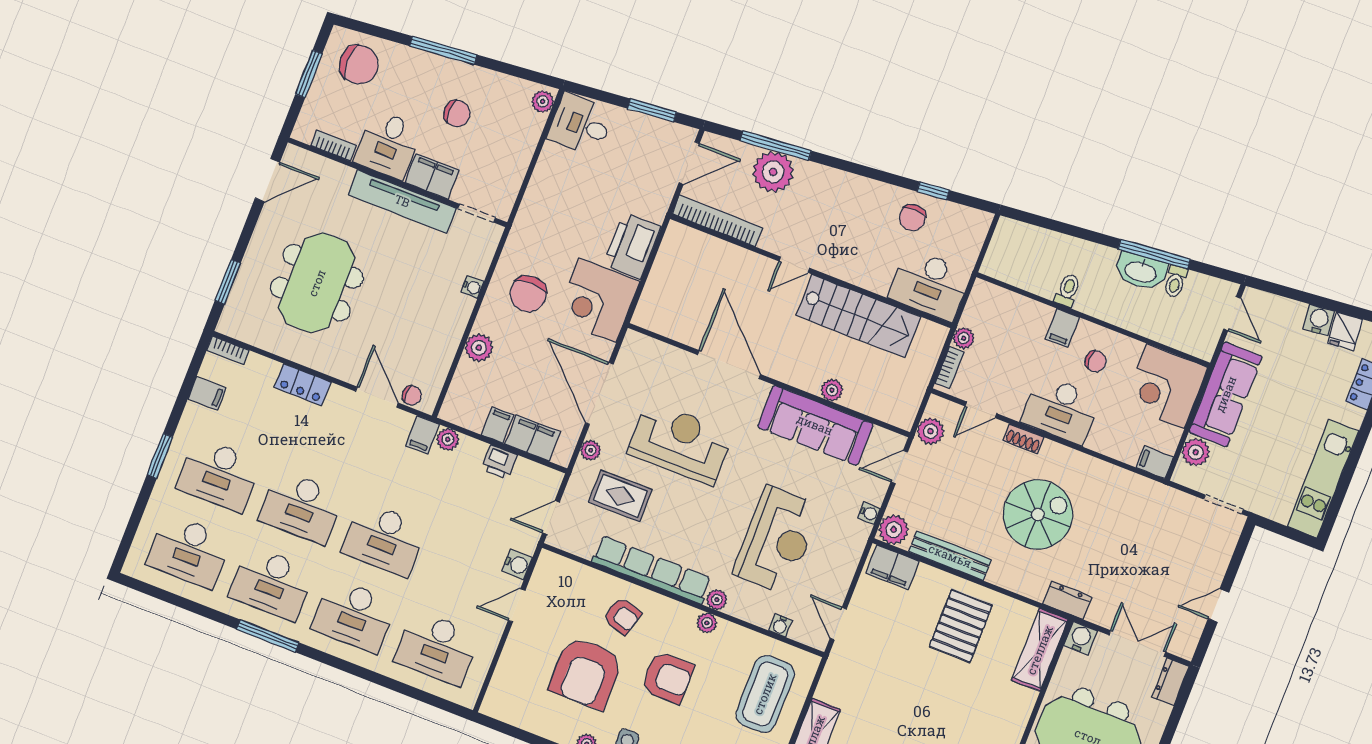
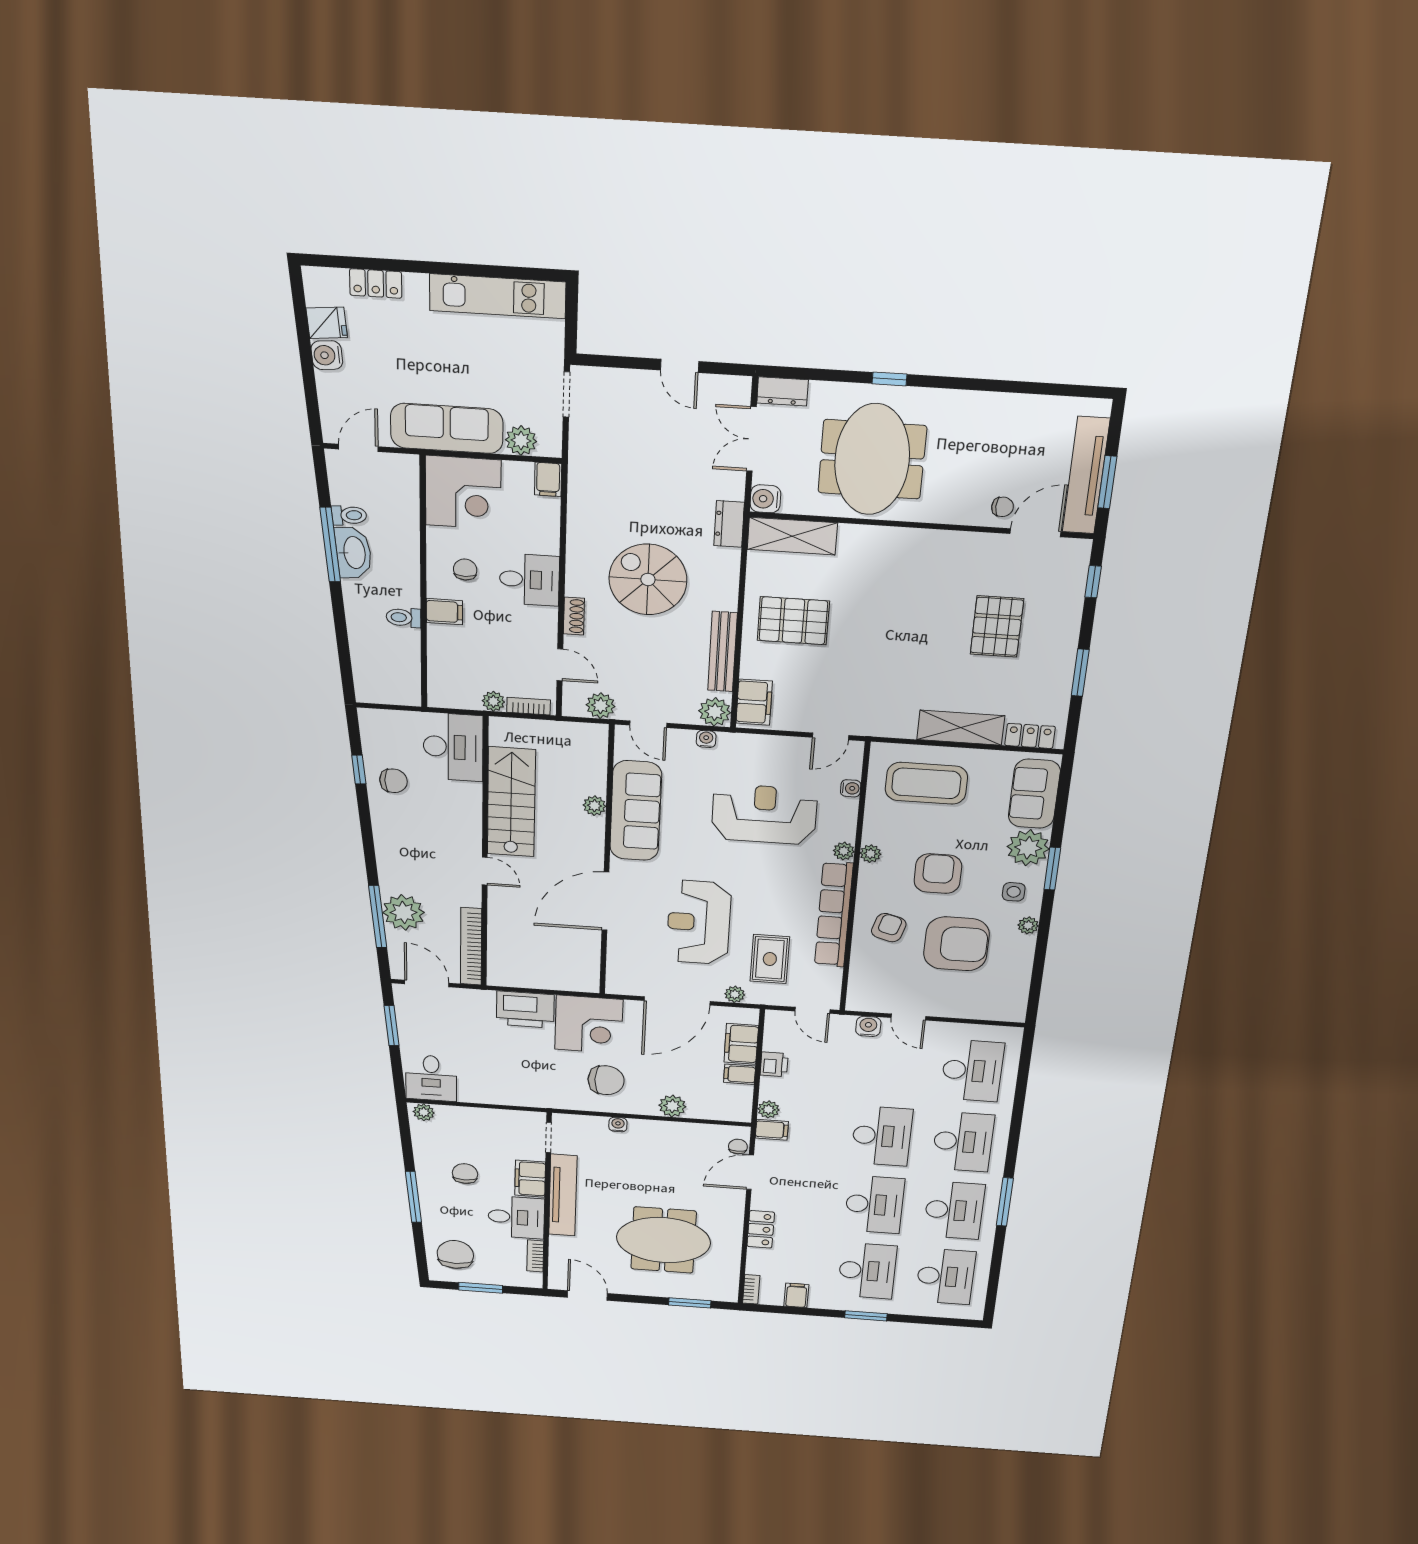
desk: (1061, 410) -> (529, 580), width x0.73

